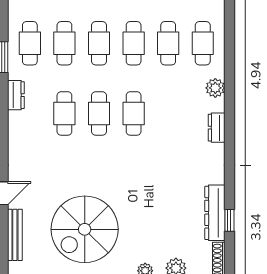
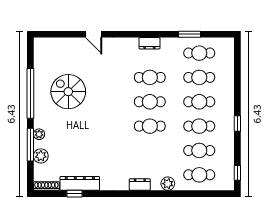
dresser: (16, 95) -> (149, 43), moved
spiral stairs: (85, 229) -> (68, 92), width x0.73, depth x0.73
bench: (15, 235) -> (64, 43), removed

